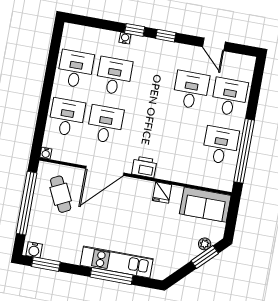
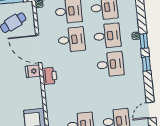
door: (214, 44) -> (151, 110), moved
desk: (191, 90) -> (110, 64), moved
fridge: (162, 193) -> (33, 71), moved

